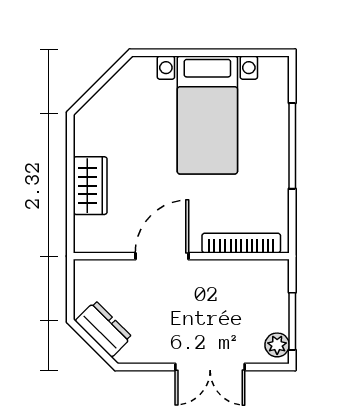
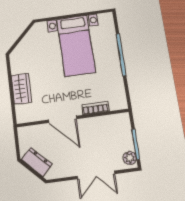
bookcase: (241, 243) -> (95, 108), width x0.64
door: (162, 256) -> (63, 119), swing flipped

